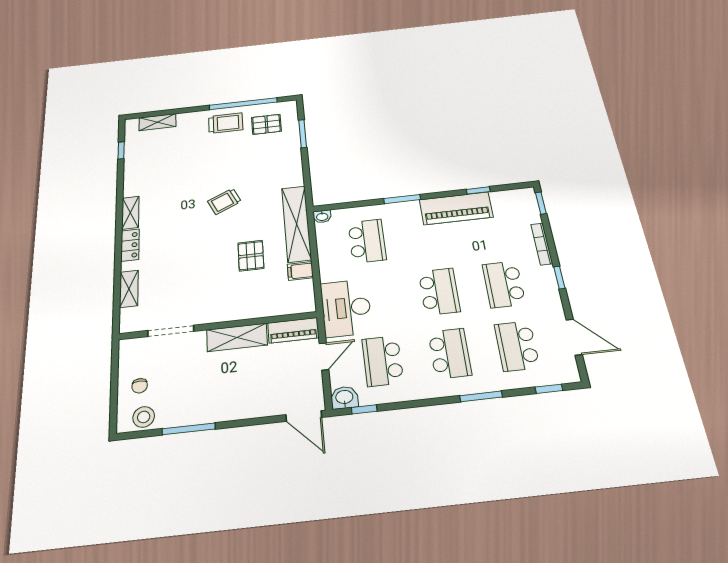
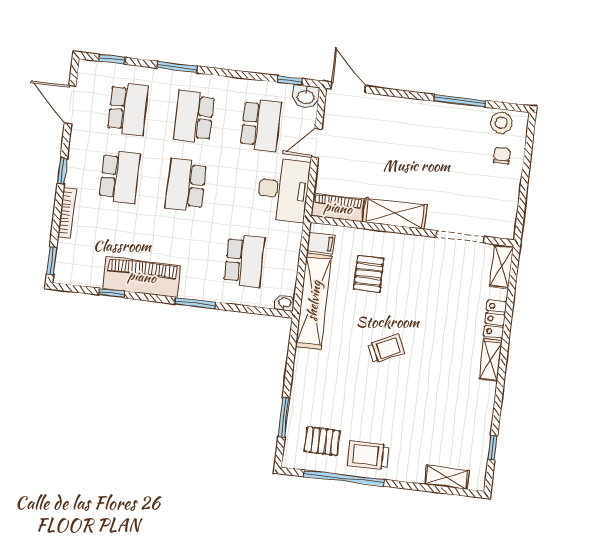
school desk: (367, 241) -> (244, 261), turned 180
wall: (218, 326) -> (412, 231), moved
piano: (293, 330) -> (338, 208), moved
doorway: (171, 331) -> (460, 237), moved
shelving: (237, 337) -> (395, 214), moved

